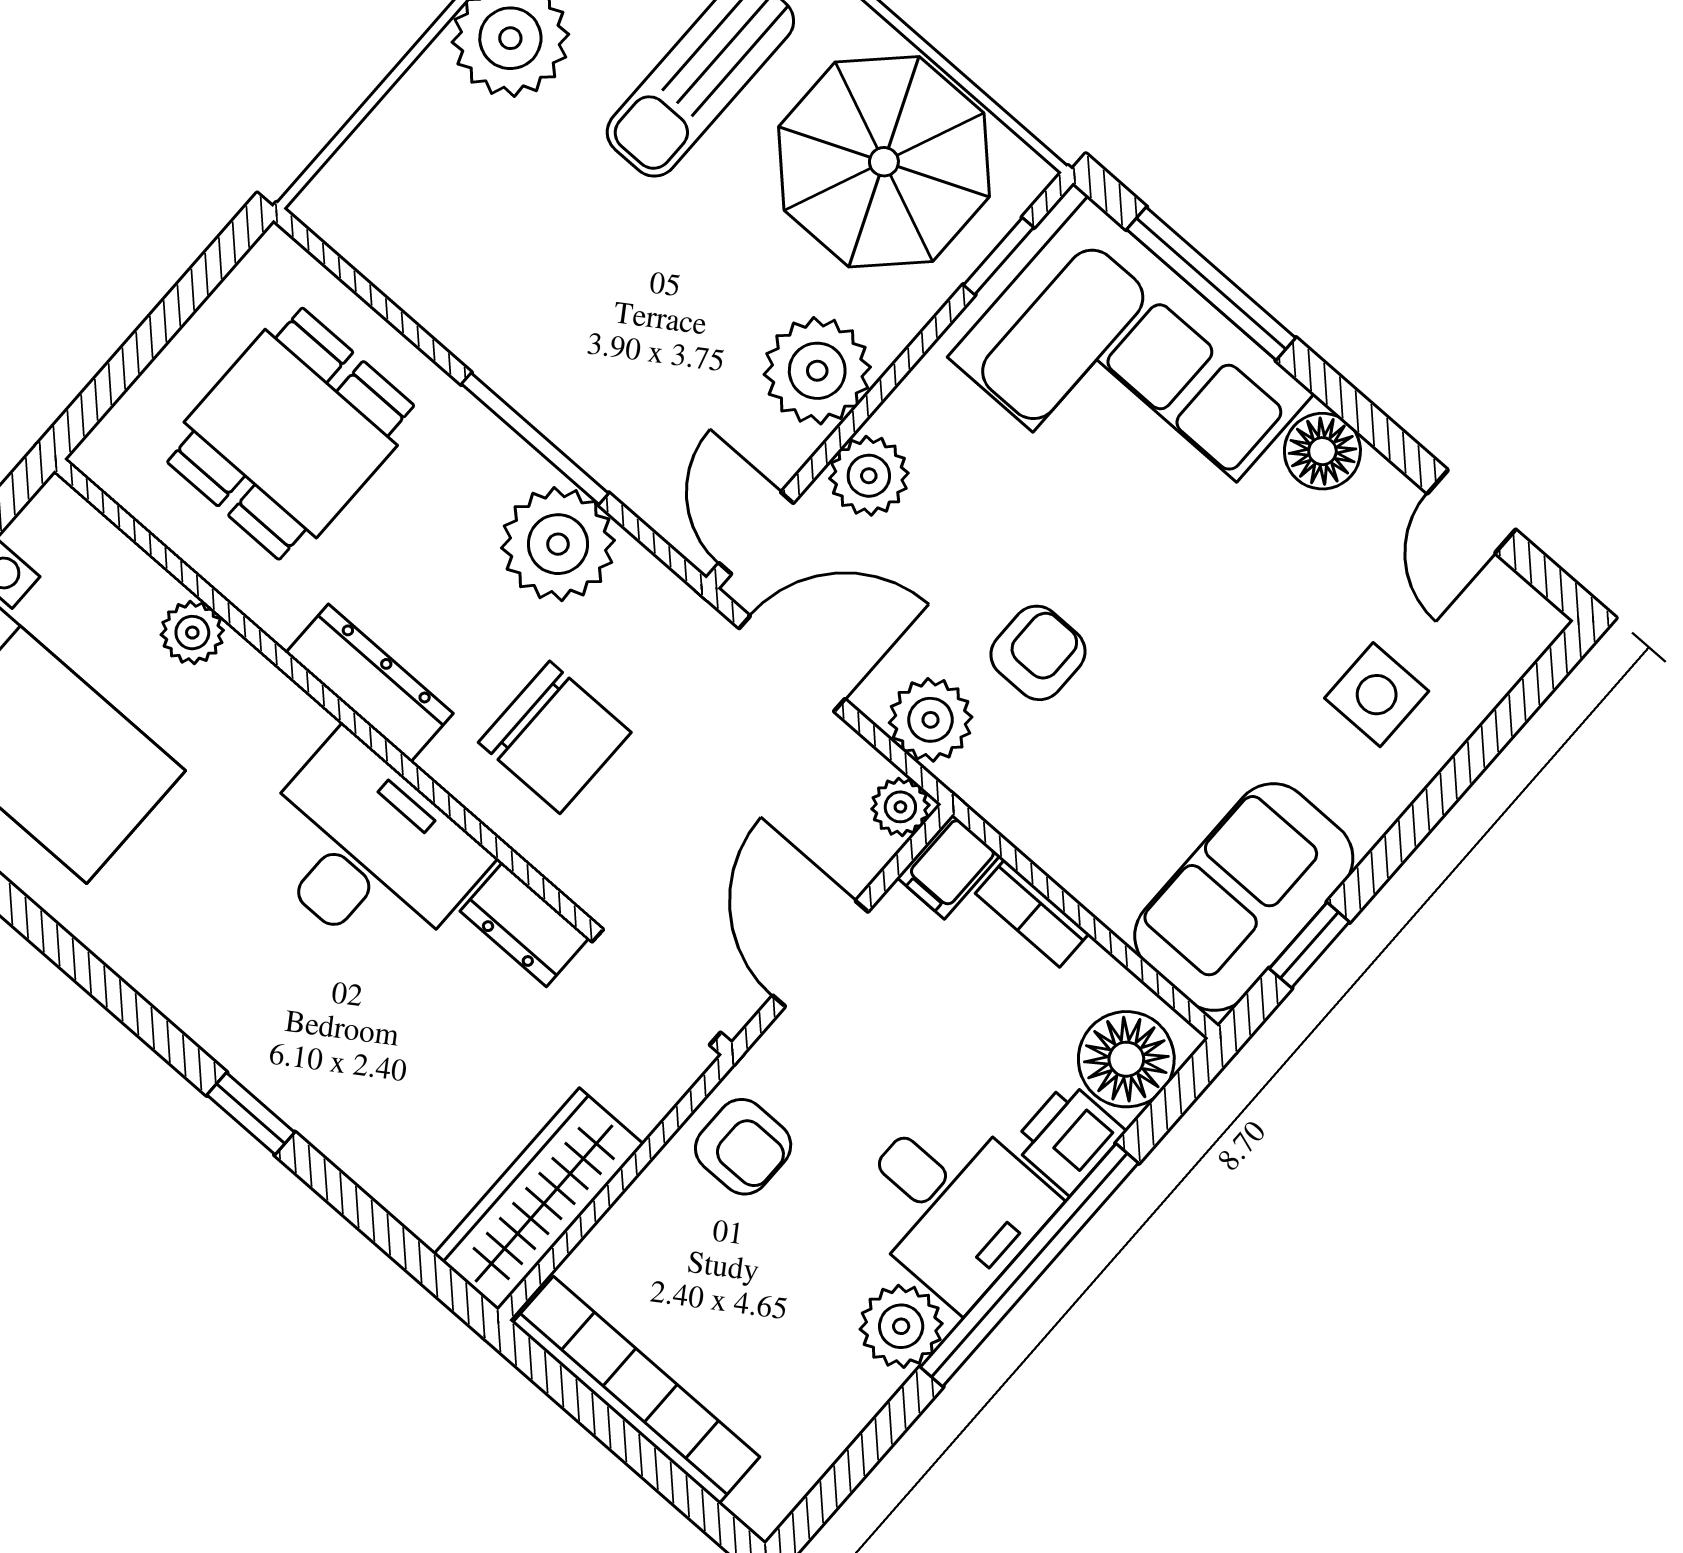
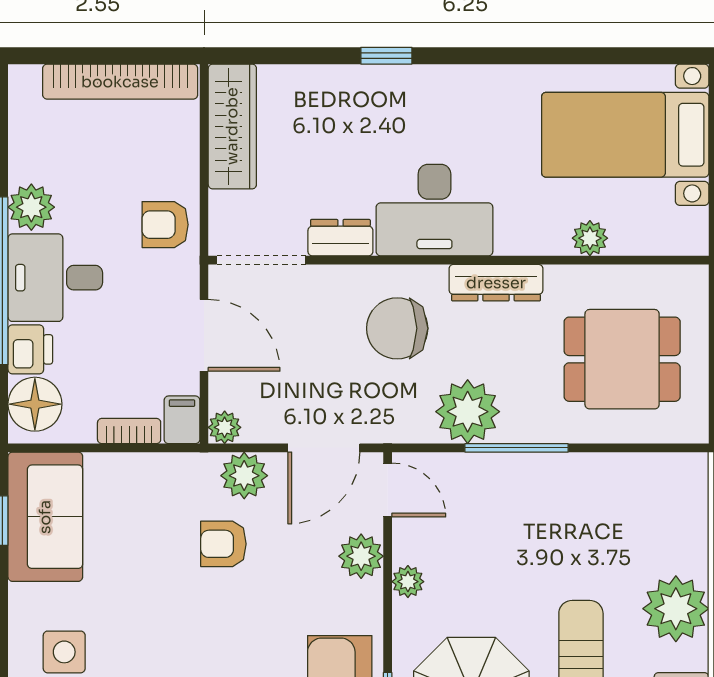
plant: (817, 371) -> (408, 582), width x0.53, depth x0.53
dining table: (291, 434) -> (622, 359), turned 90
armchair: (1038, 653) -> (223, 544), turned 90

